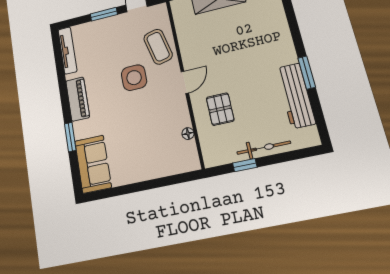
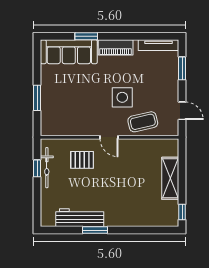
window: (104, 14) -> (182, 68), moved
floor lamp: (188, 134) -> (69, 131), removed
bicycle: (264, 148) -> (47, 168), moved
sofa: (93, 164) -> (69, 52), width x1.36
window: (155, 184) -> (37, 98), added

